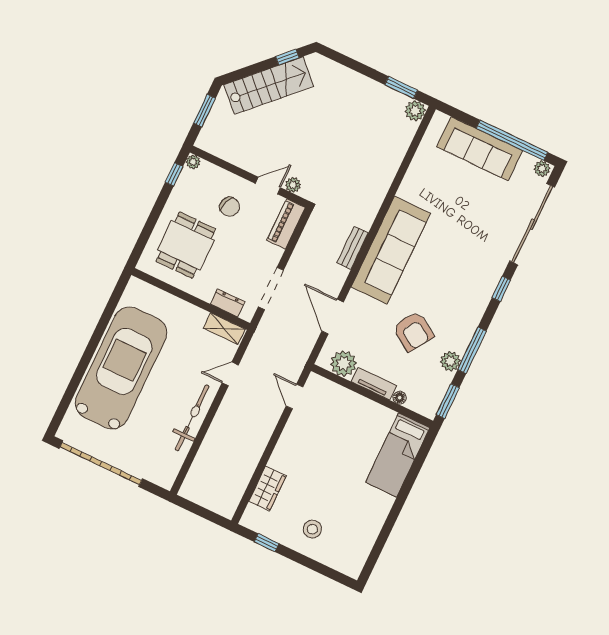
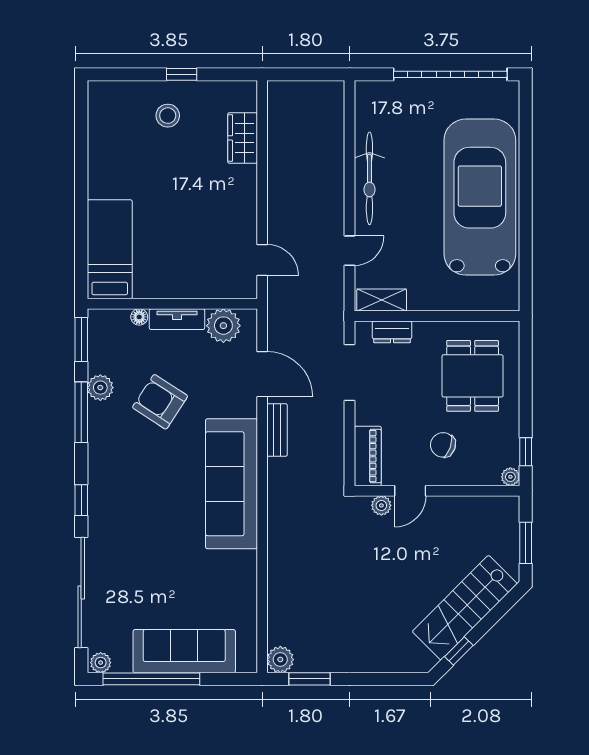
bench: (353, 248) -> (277, 430), moved
car: (121, 368) -> (480, 197), turned 180
window: (267, 543) -> (182, 74), moved

